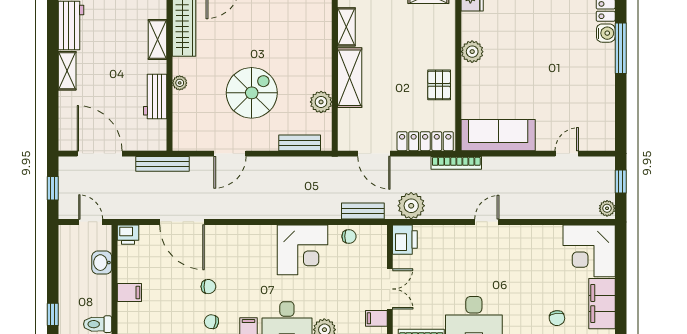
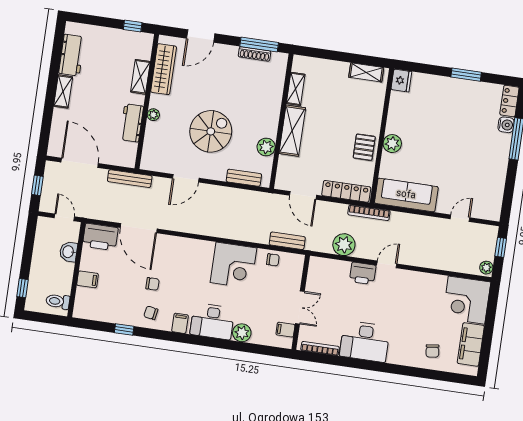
plant: (472, 52) -> (392, 144), moved
plant: (411, 206) -> (344, 245), moved
printer: (128, 235) -> (100, 237), width x1.87, depth x1.48
printer: (405, 240) -> (363, 273), moved, turned 90

